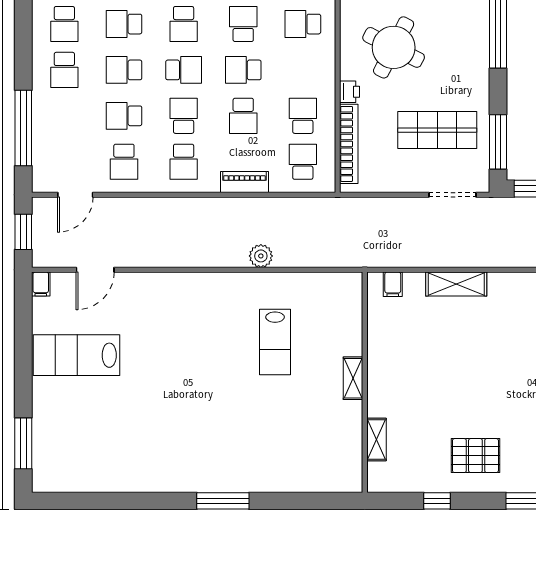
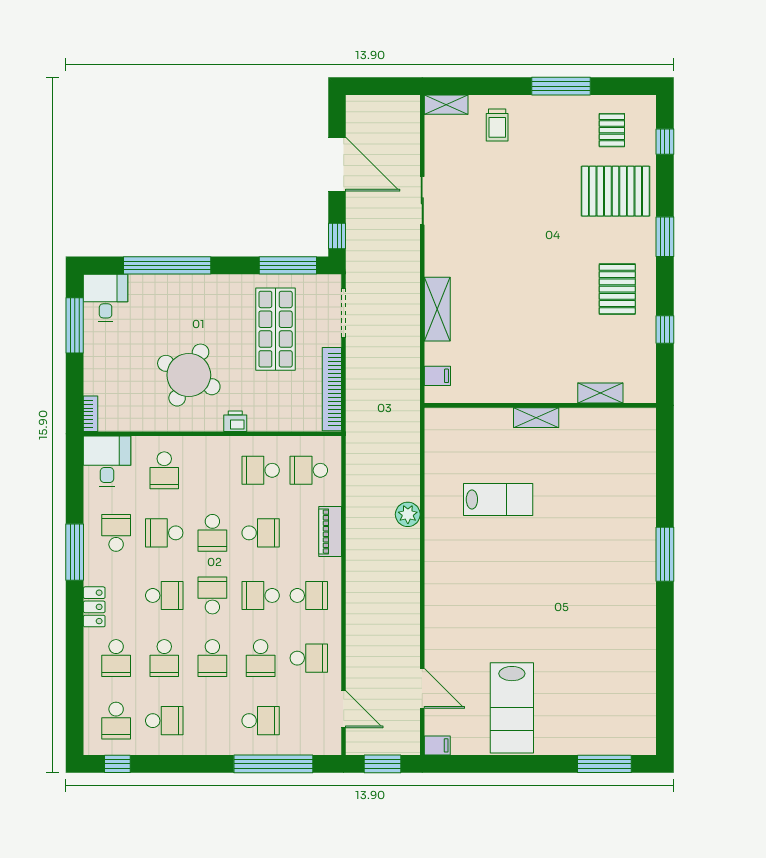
school desk: (64, 70) -> (261, 721), moved
bookcase: (349, 144) -> (332, 389), moved, turned -90

